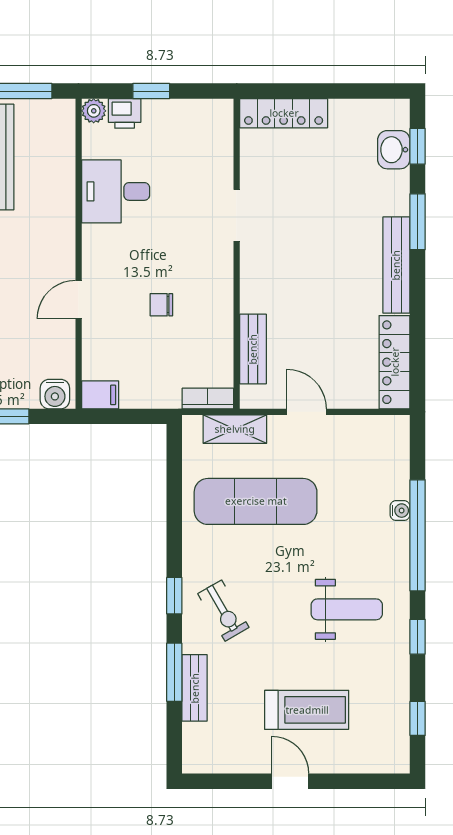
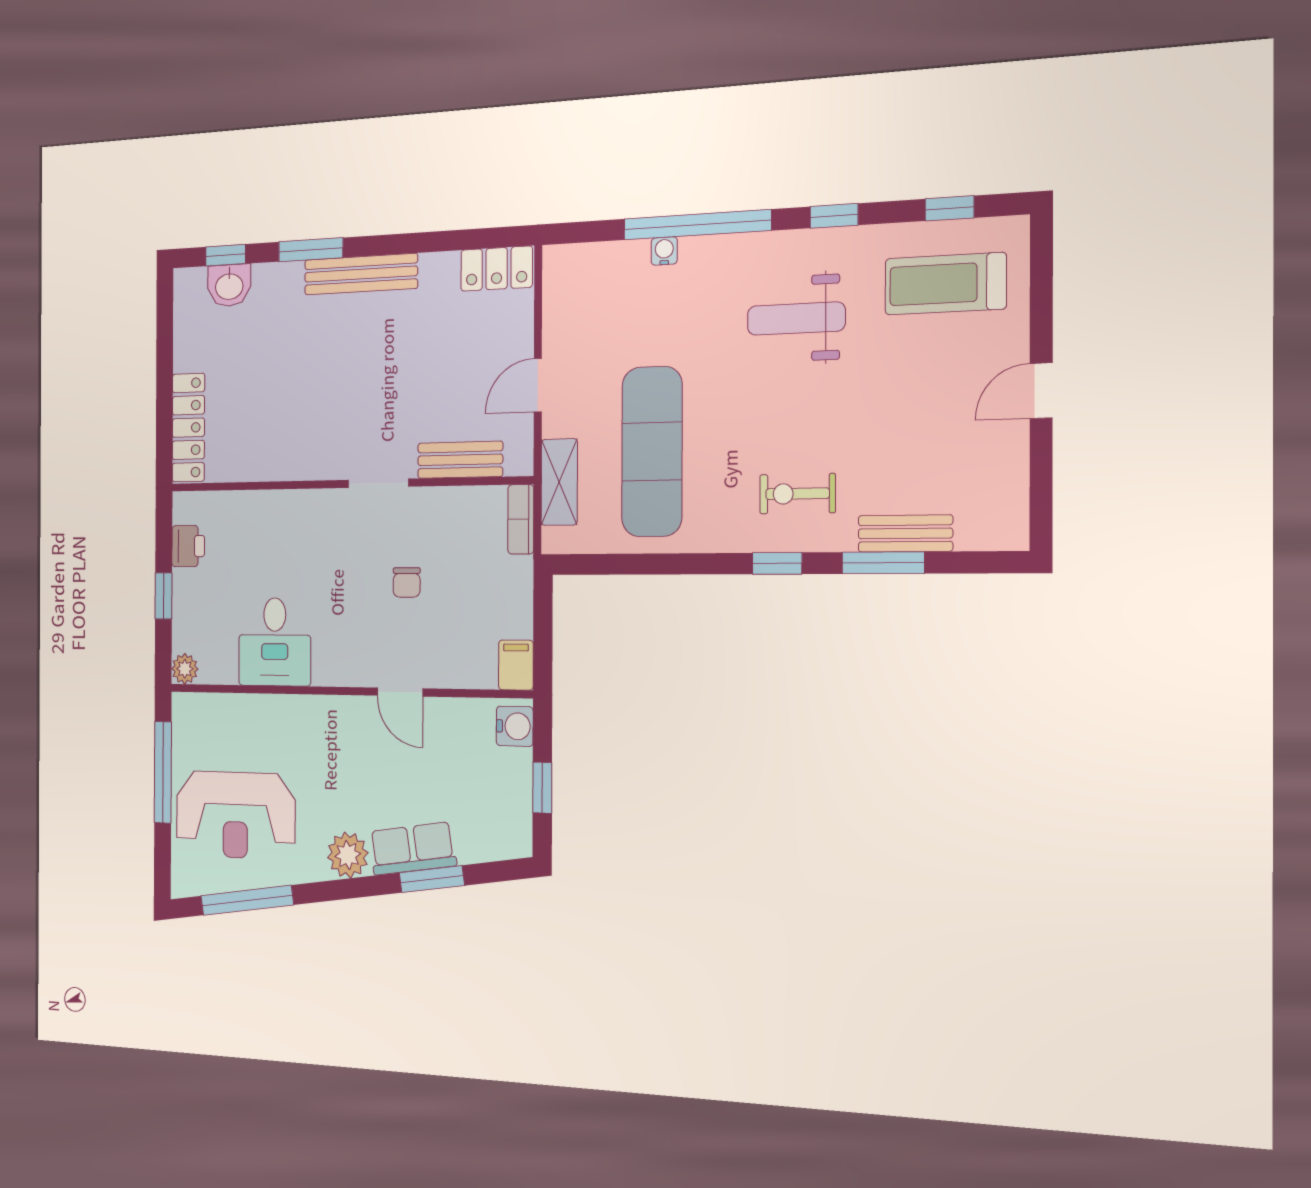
printer: (125, 113) -> (188, 546), moved
doorway: (237, 215) -> (378, 483), moved
locker: (395, 362) -> (497, 269), width x0.66
weight bench: (347, 609) -> (796, 319), turned -90
exercise bike: (223, 611) -> (797, 494), turned -150
treadmill: (307, 710) -> (945, 284), moved, turned -90

